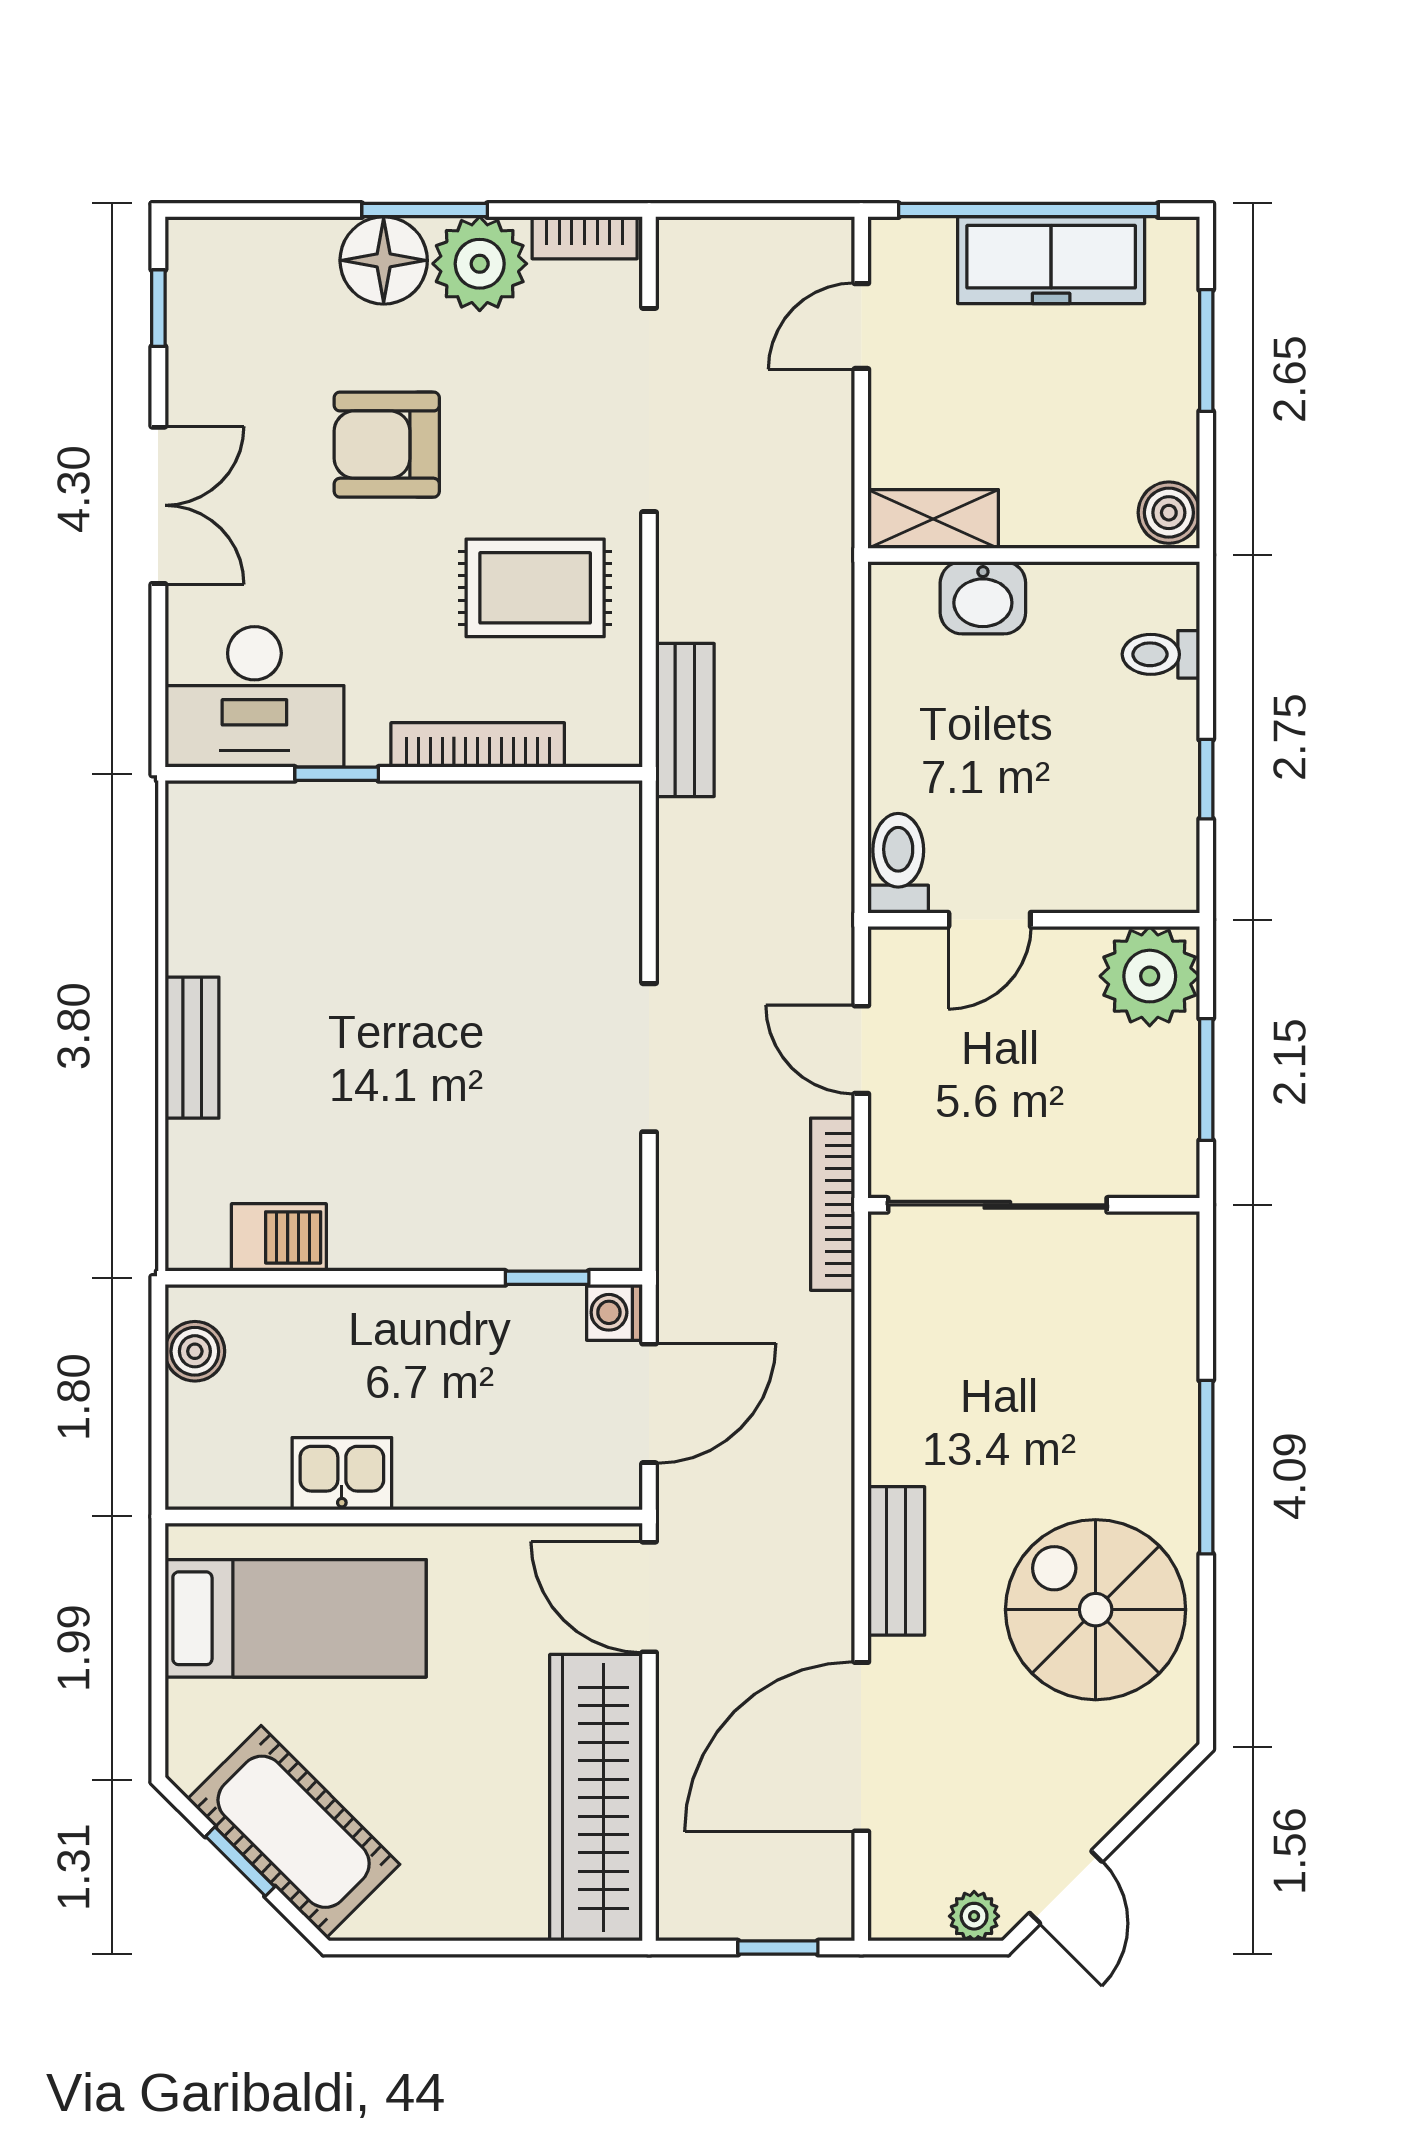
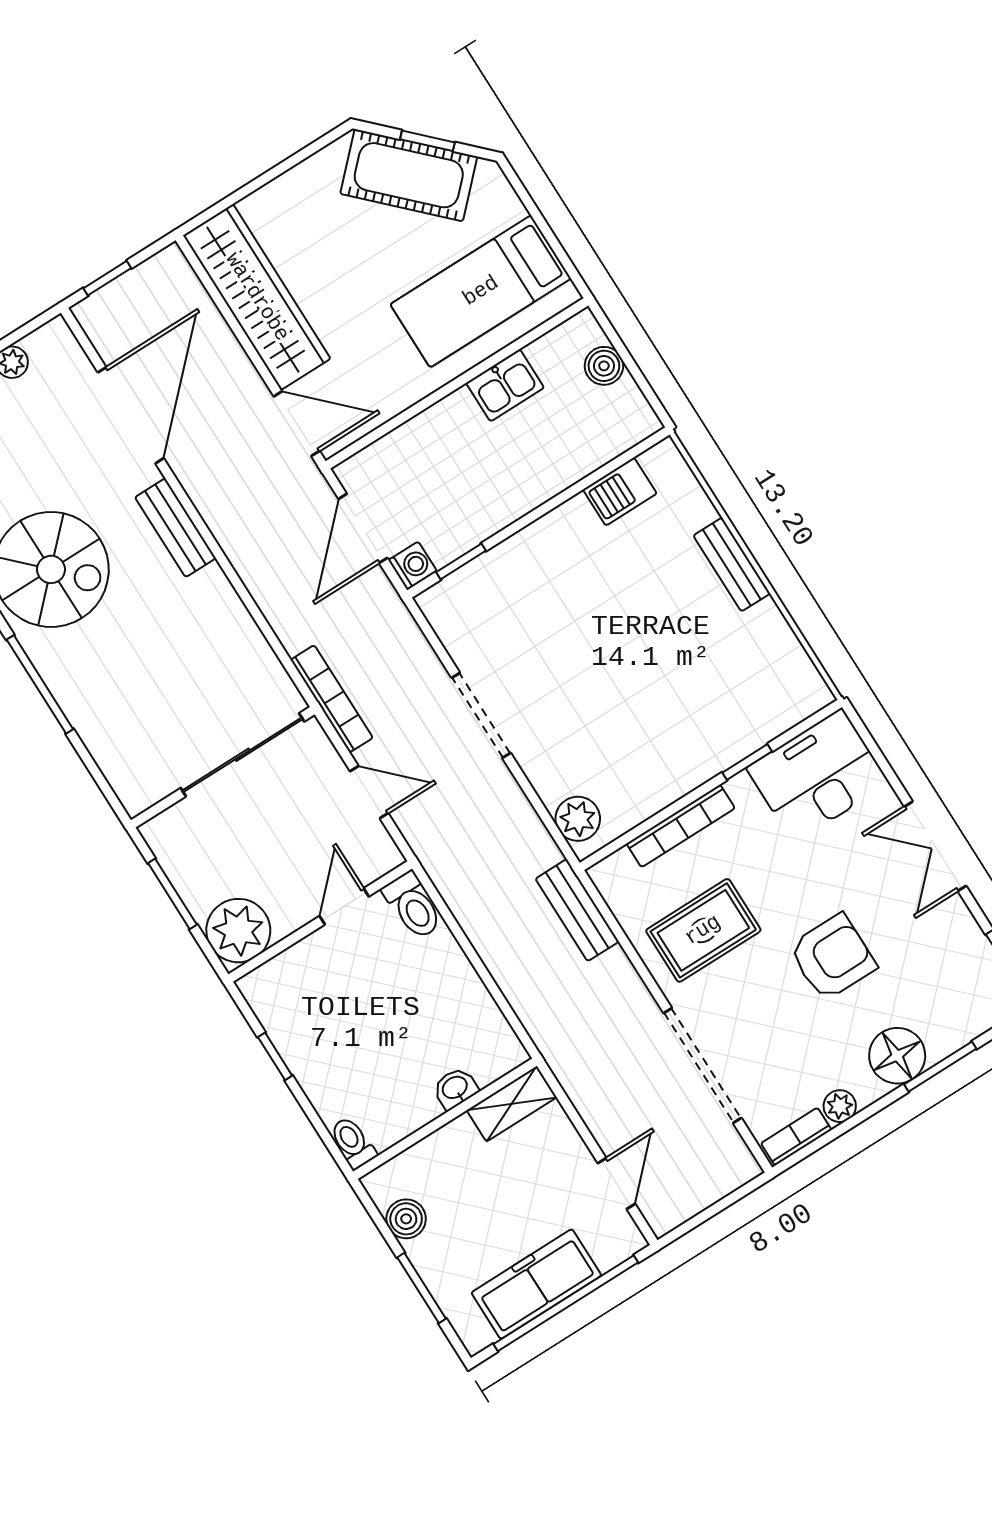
window: (425, 210) -> (940, 1067), moved
plant: (480, 264) -> (840, 1106), width x0.53, depth x0.53
boiler: (1169, 513) -> (406, 1219), moved
washbasin: (983, 598) -> (455, 1088), width x0.72, depth x0.69
toilet: (1161, 654) -> (353, 1143), moved, turned -90
plant: (608, 840) -> (578, 819), added
boiler: (195, 1351) -> (604, 366), moved

